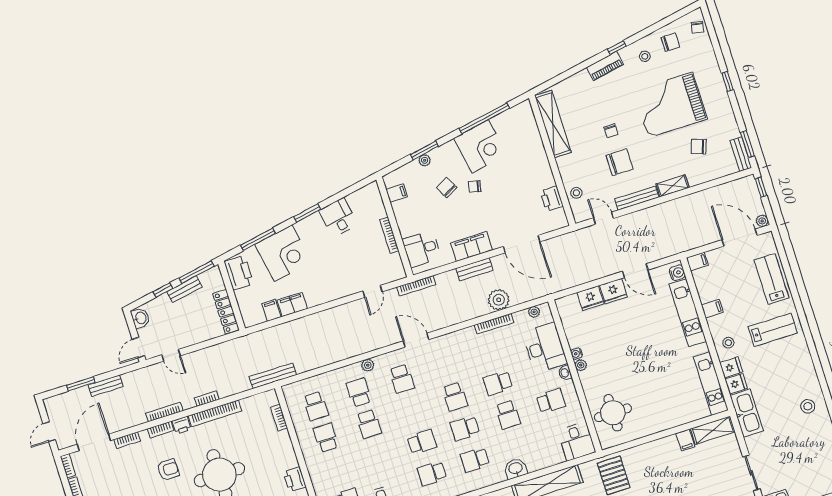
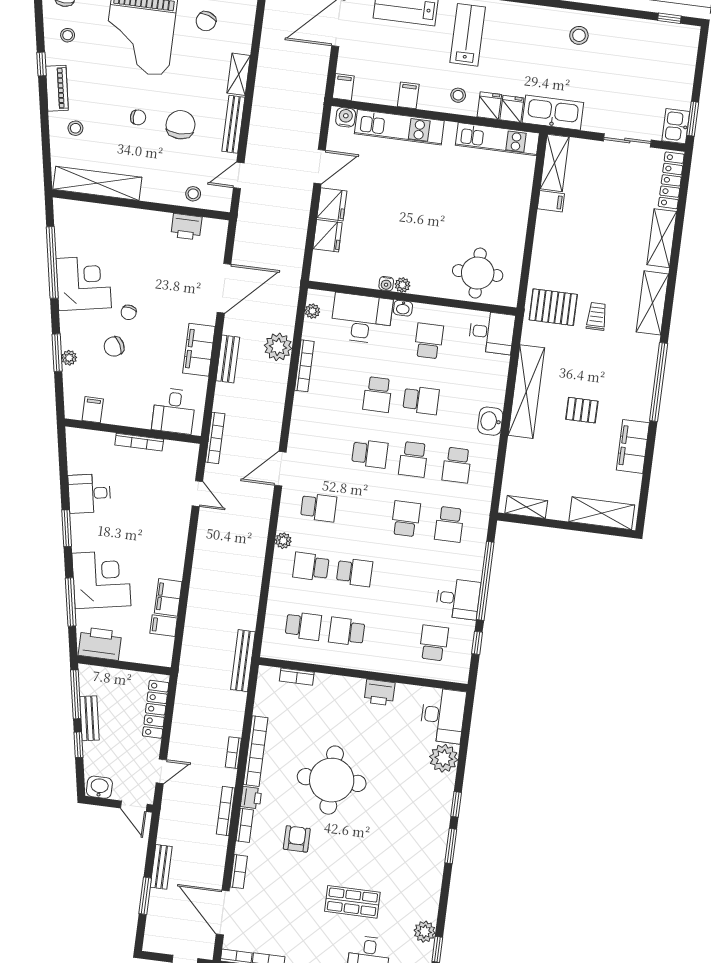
stool: (584, 91) -> (75, 128), added
locker: (226, 312) -> (156, 709), moved, turned 90

